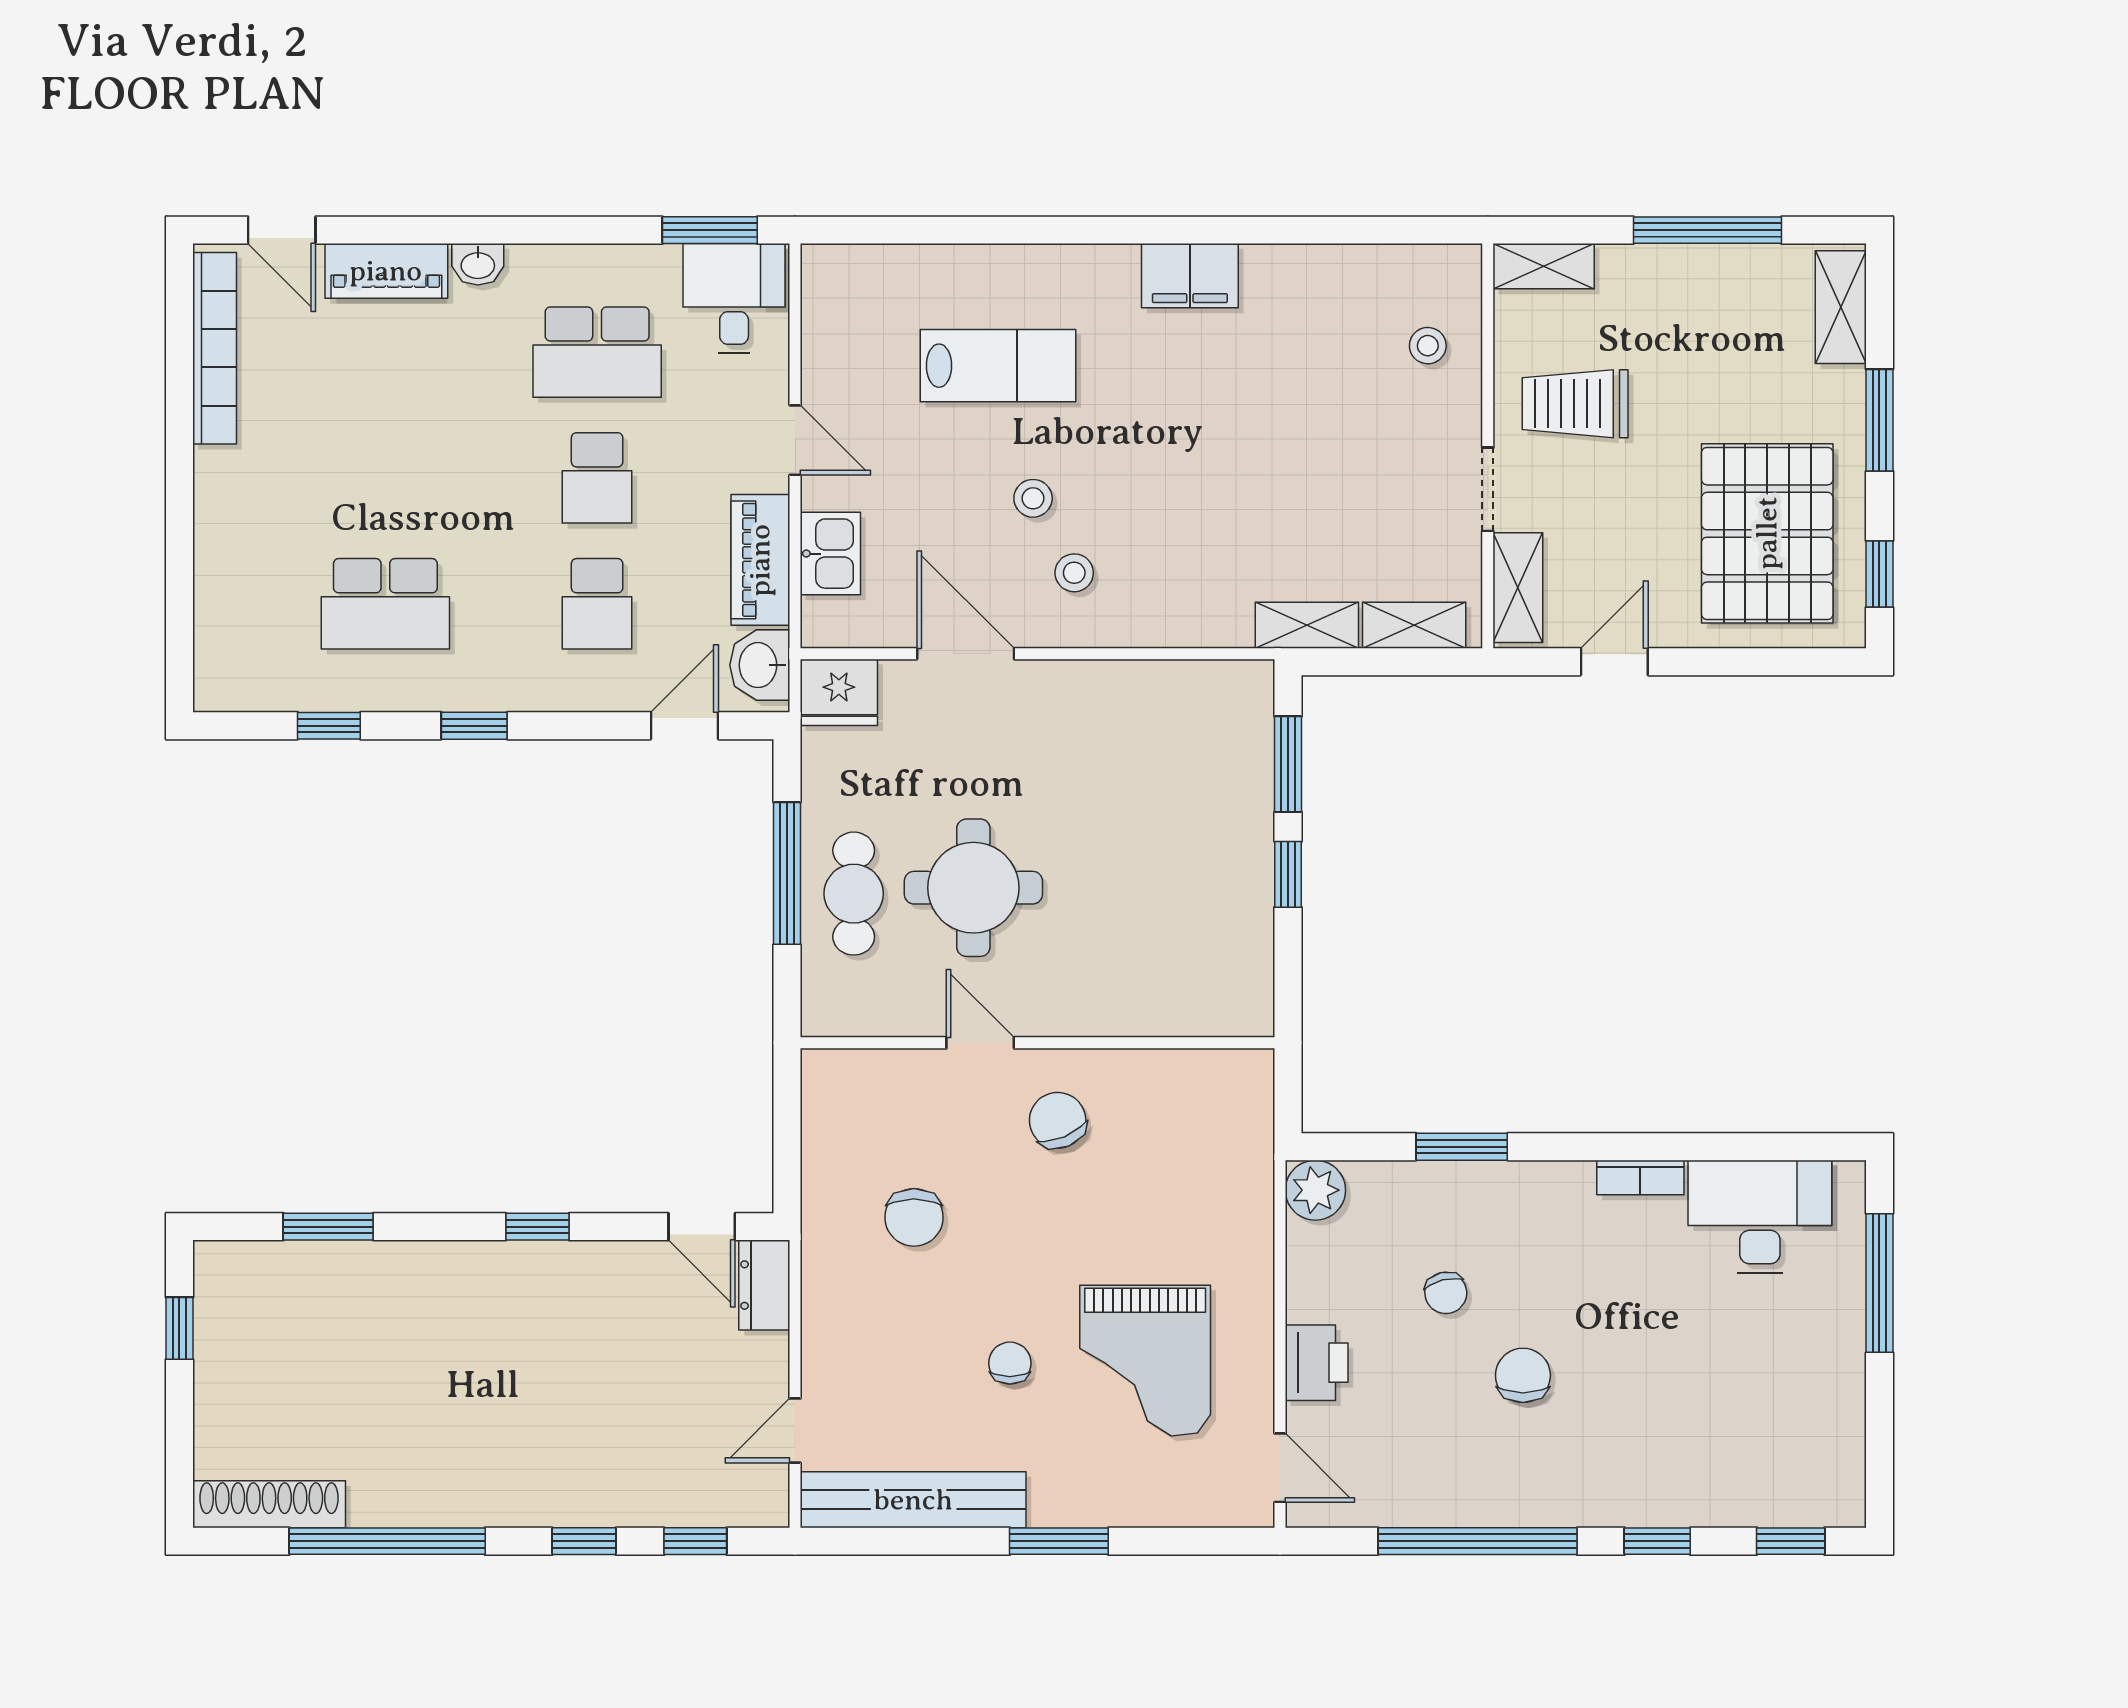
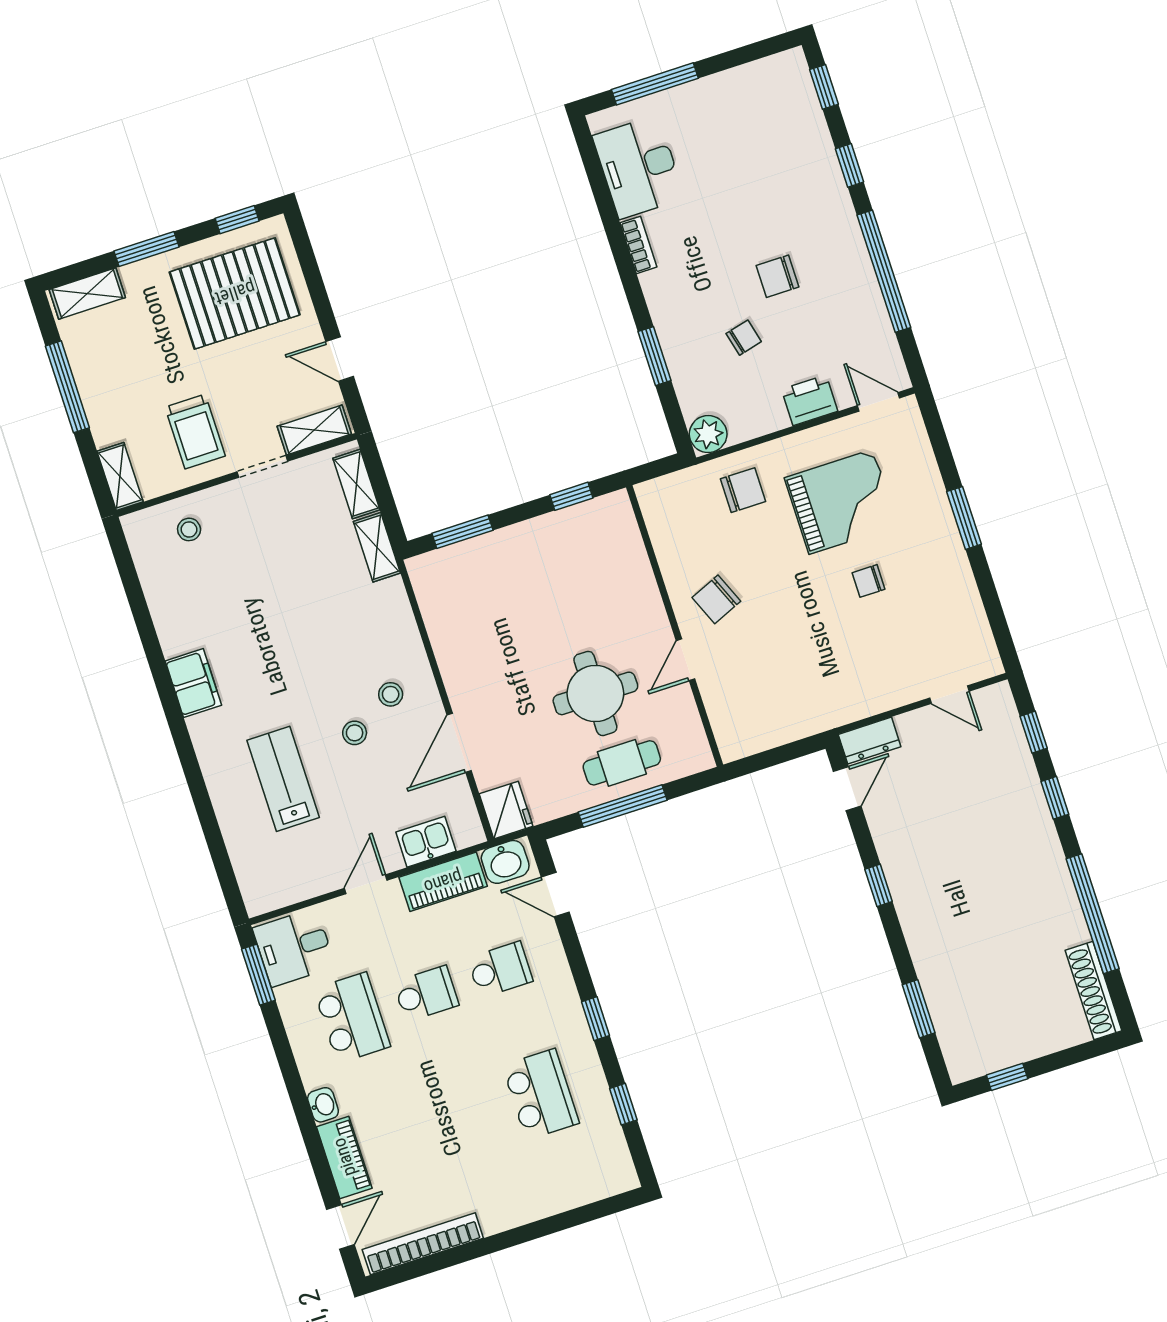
window: (1288, 874) -> (571, 496), moved
chair: (914, 1217) -> (743, 490), moved
door: (1280, 1468) -> (878, 402), hinge flipped
bench: (913, 1500) -> (968, 612), removed

